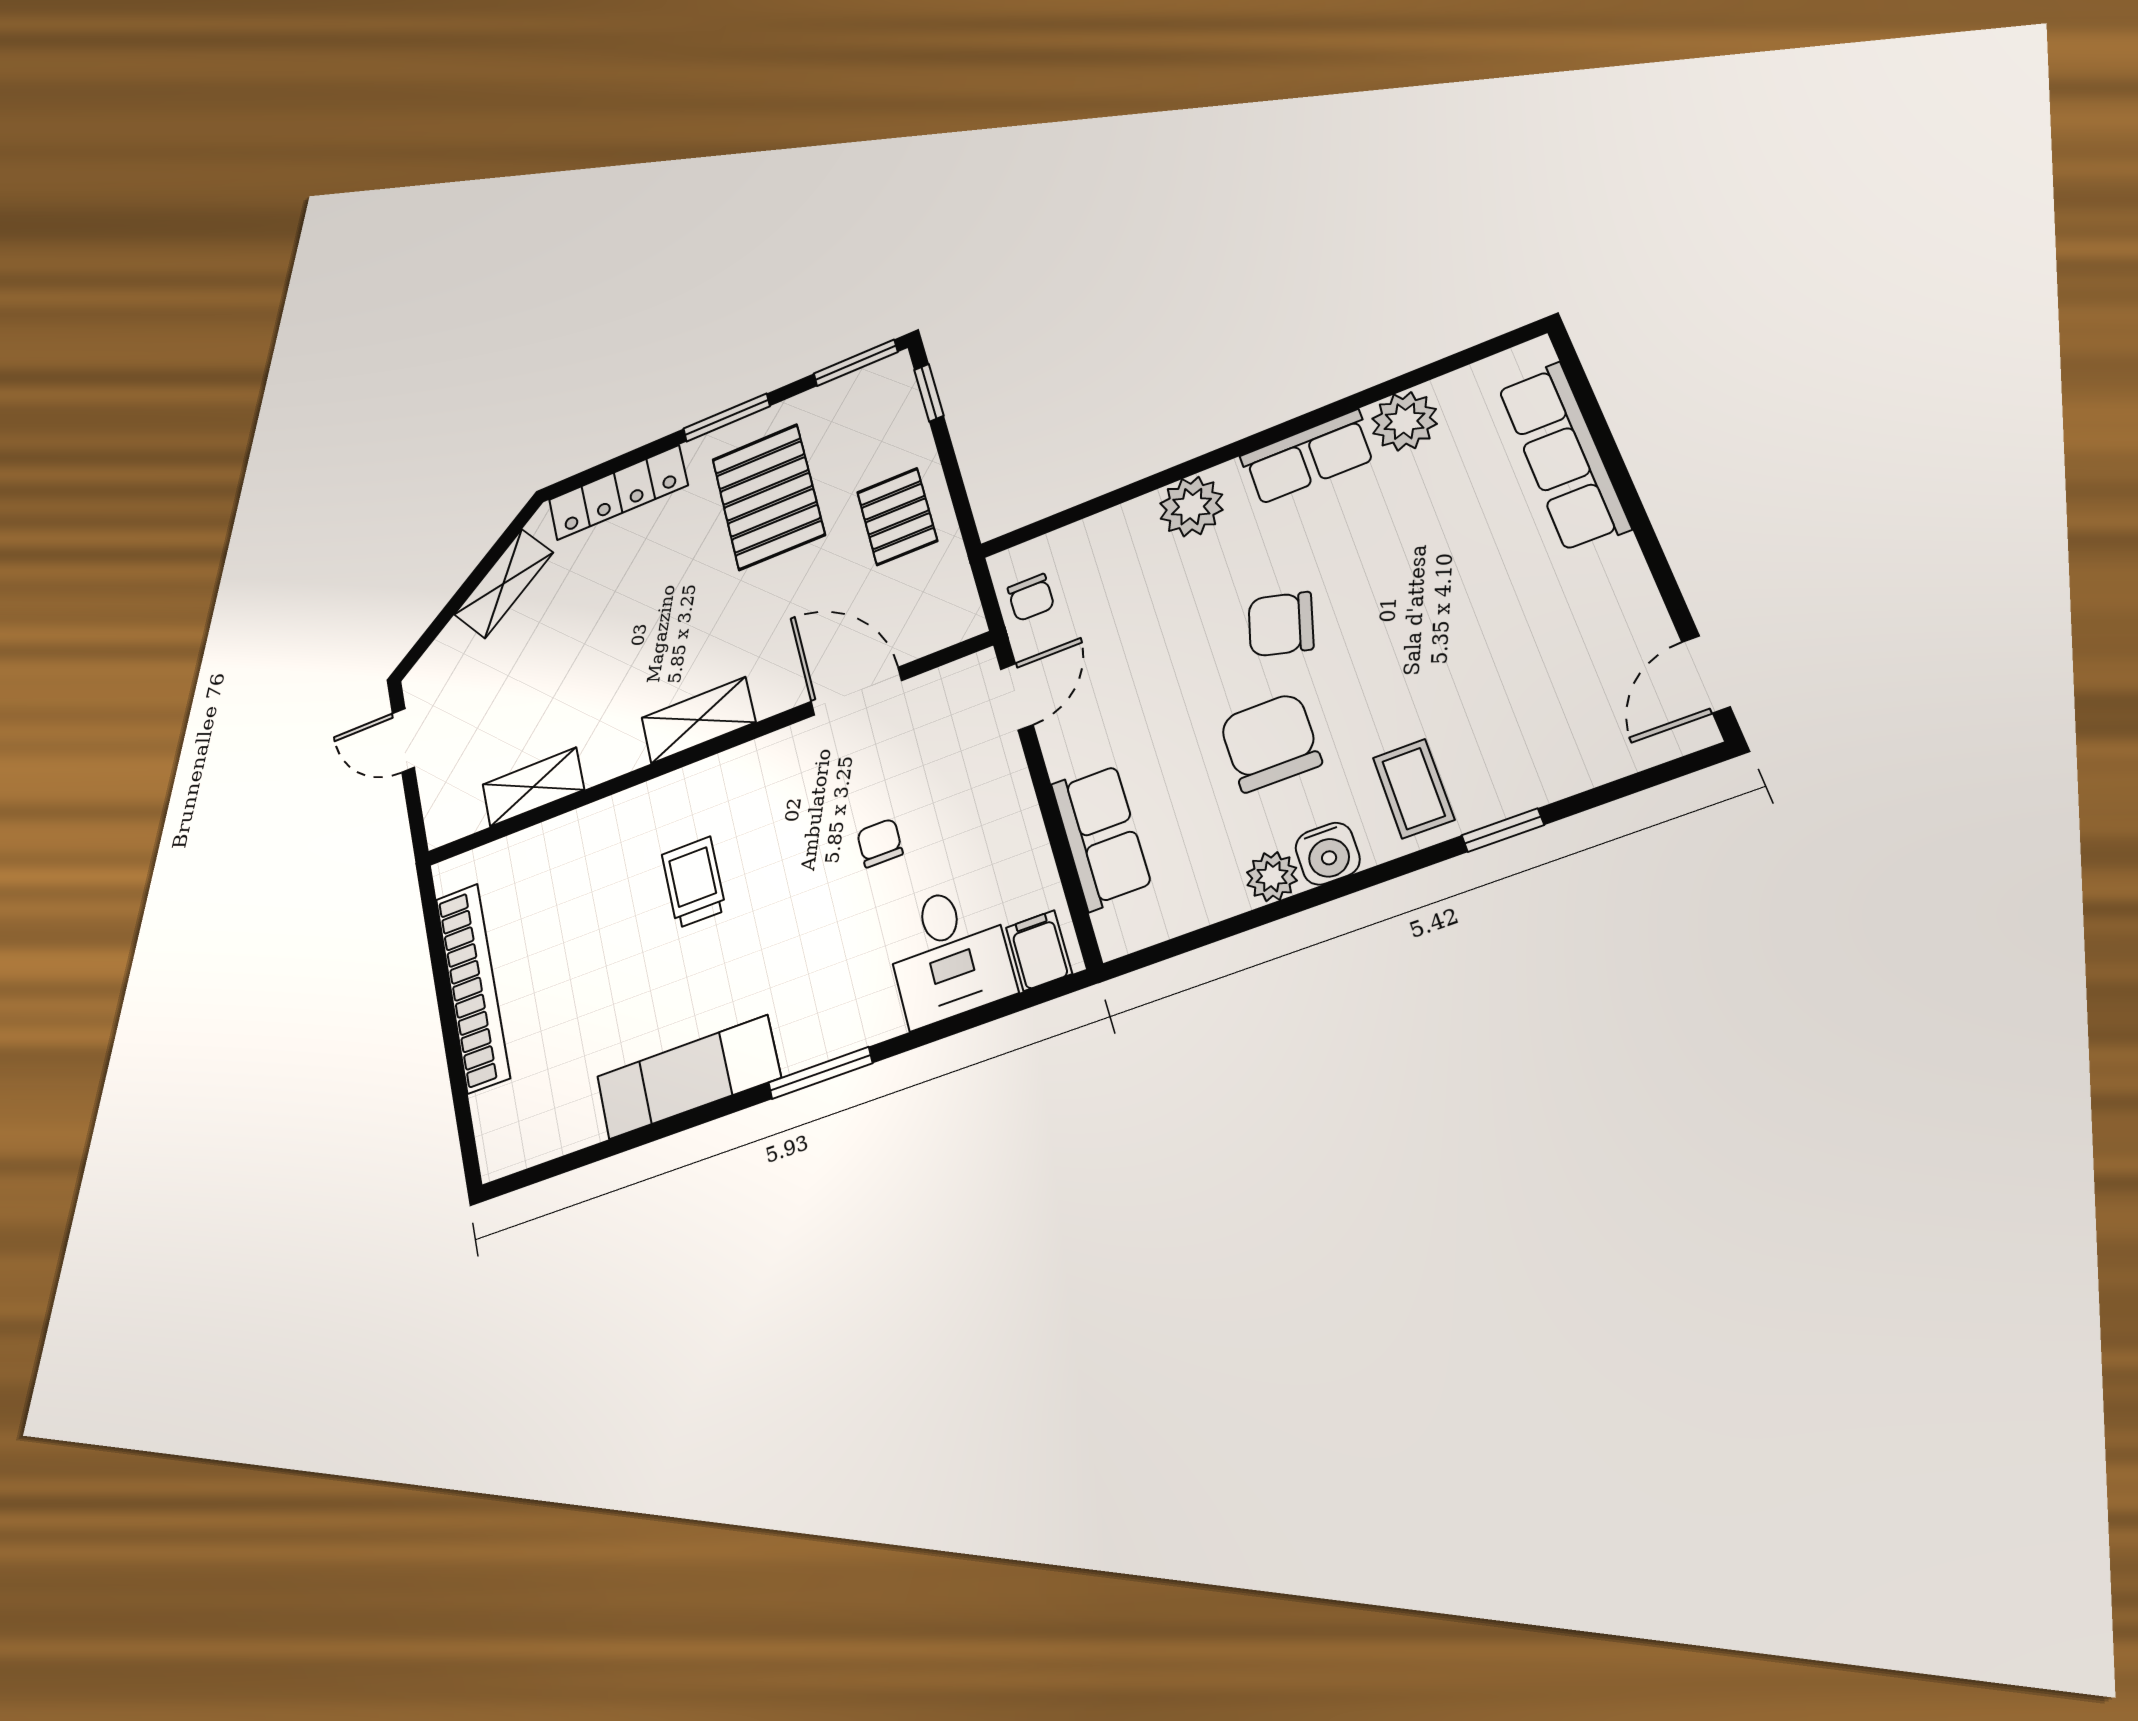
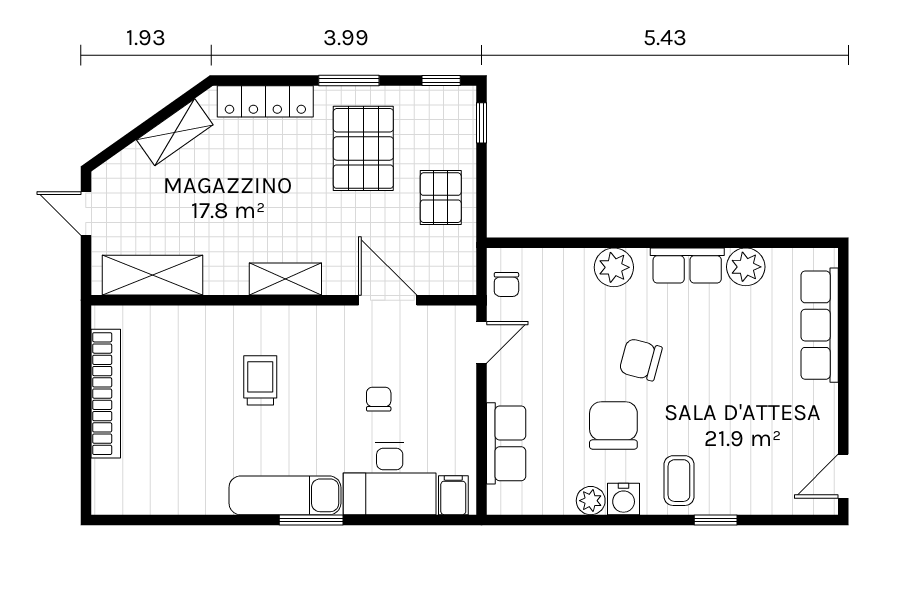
window: (856, 363) -> (441, 80), width x0.67
shelving: (533, 787) -> (152, 275), width x1.50, depth x1.33
desk: (949, 954) -> (390, 479), width x1.37
exam couch: (688, 1077) -> (285, 495), moved

